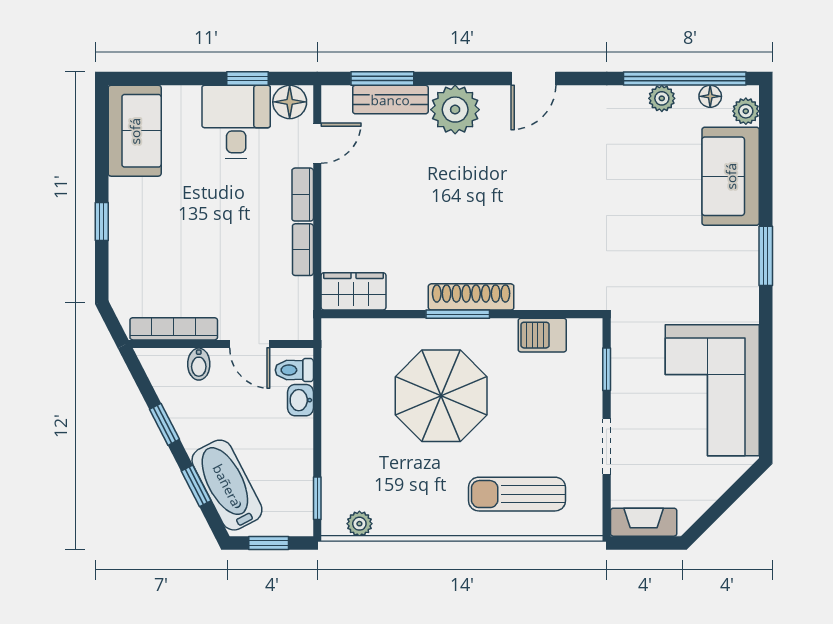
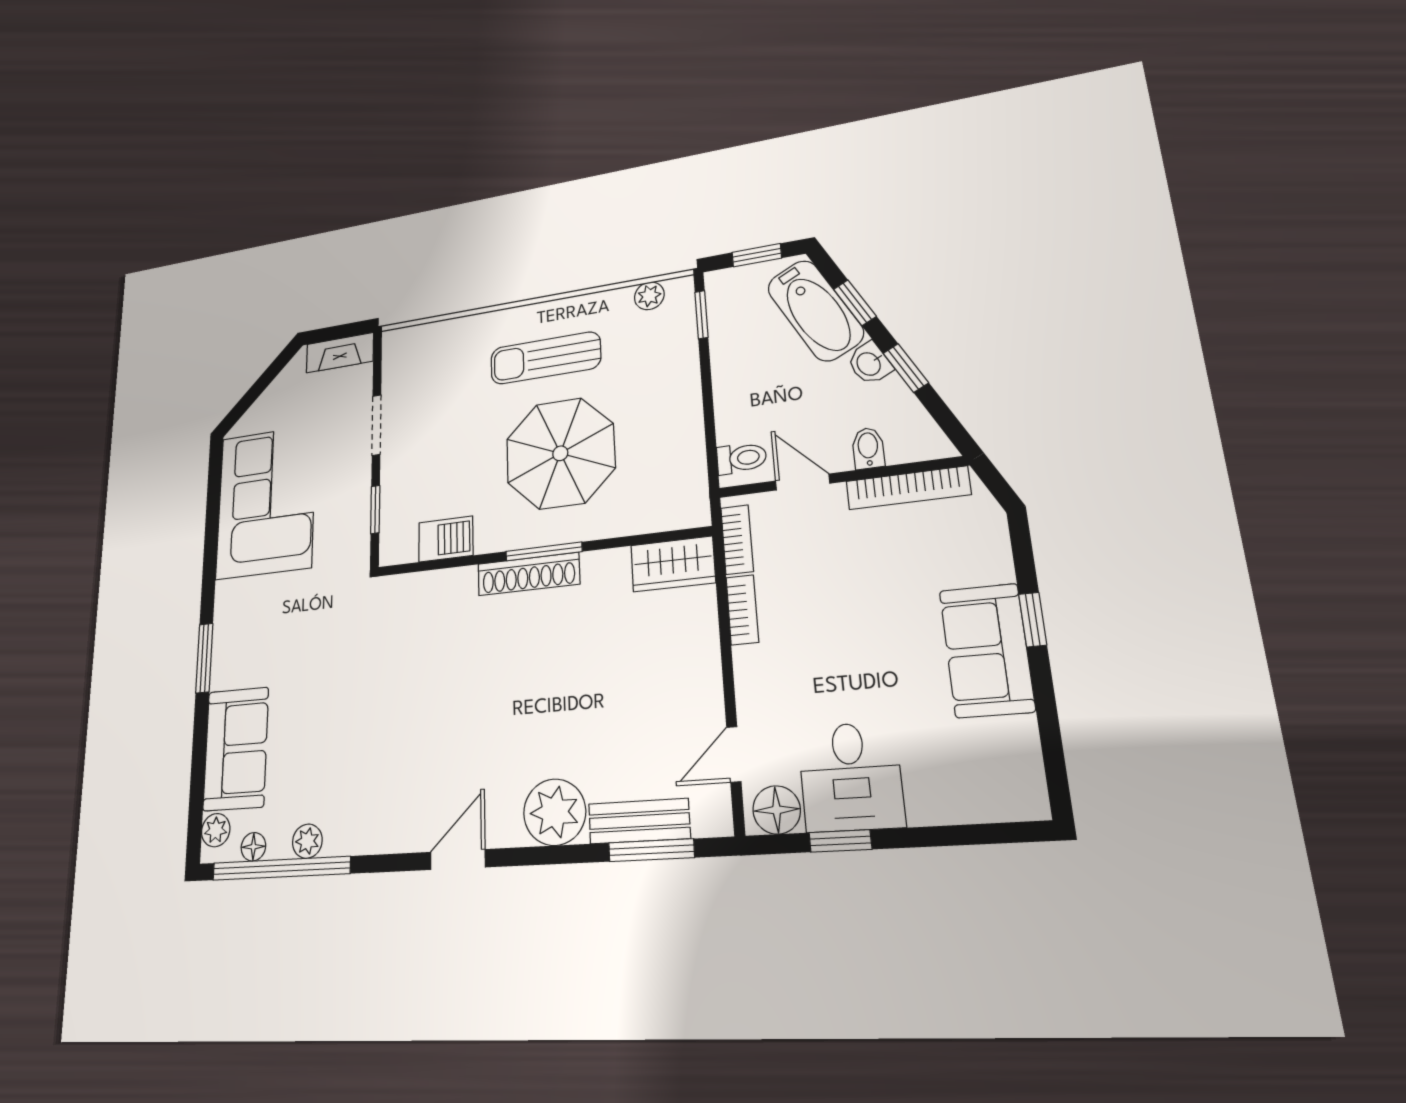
sofa: (135, 131) -> (987, 650), moved
bookcase: (303, 195) -> (737, 540), moved
washbasin: (301, 400) -> (869, 363), moved, turned 153
sun lounger: (517, 494) -> (545, 358), moved, turned 180

